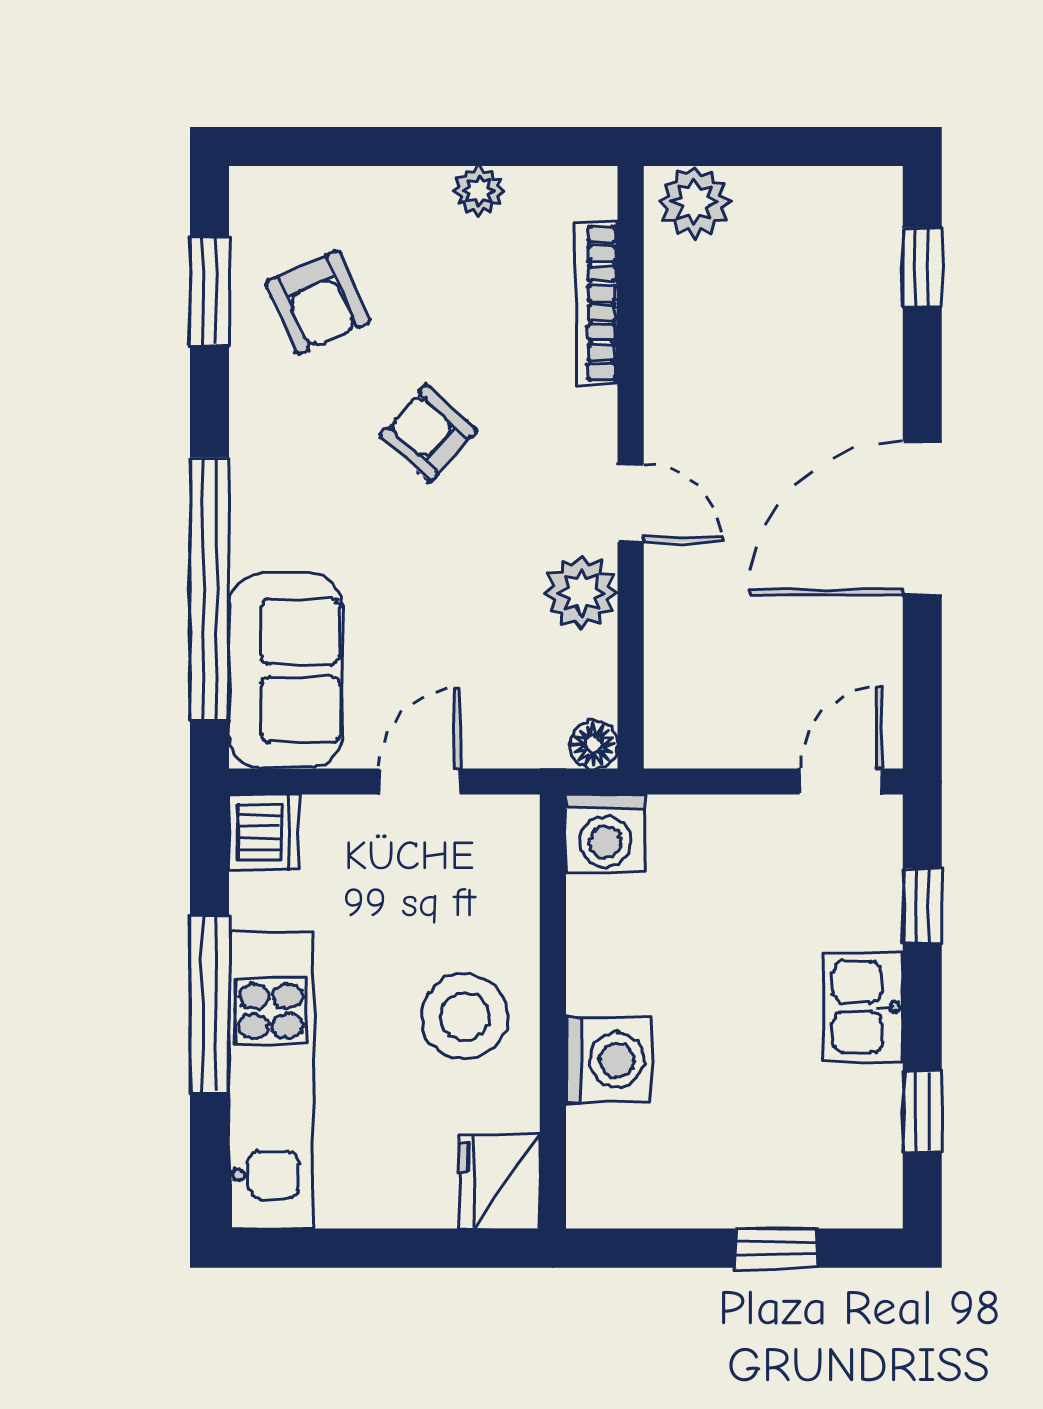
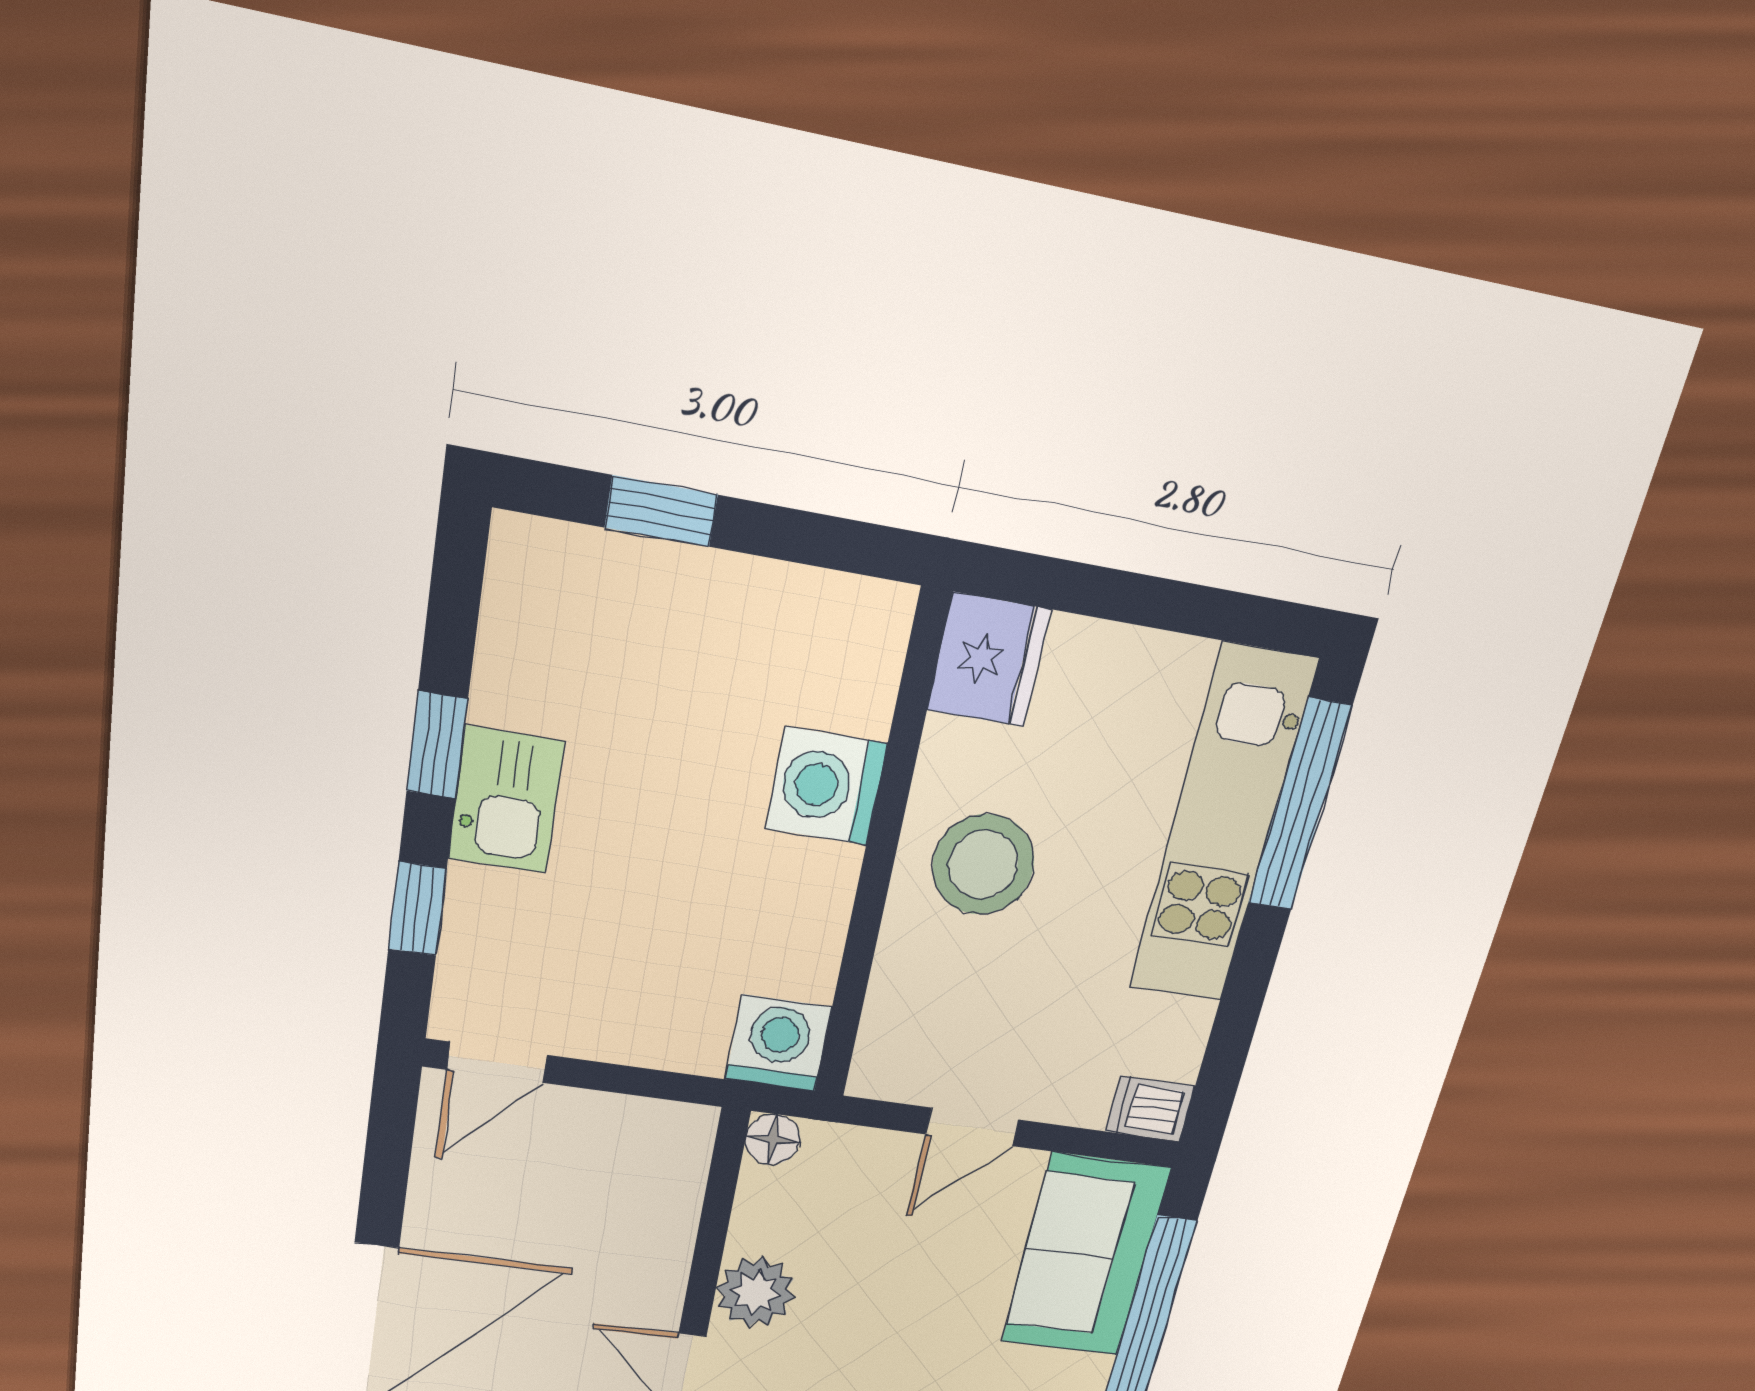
dishwasher: (264, 832) -> (1150, 1109), width x0.73
window: (210, 1004) -> (1300, 806), moved
window: (922, 1112) -> (437, 745), moved

